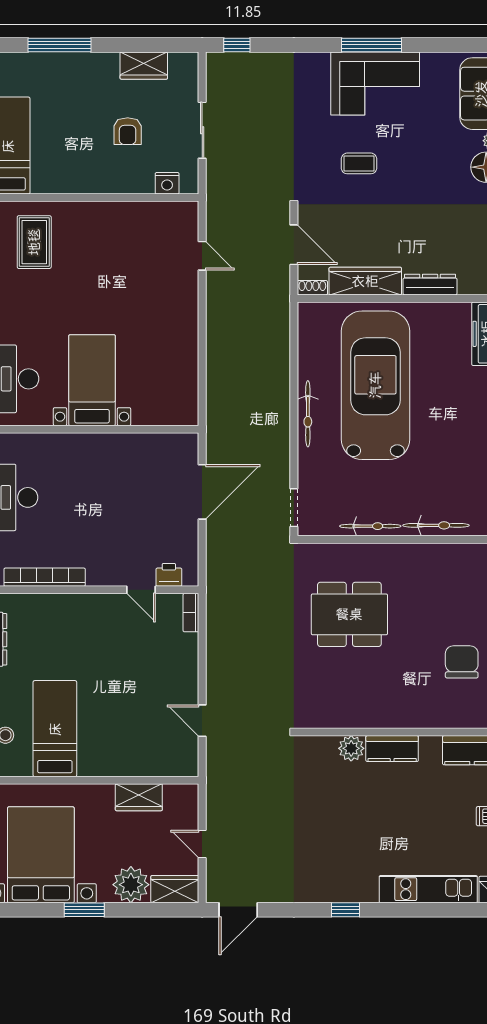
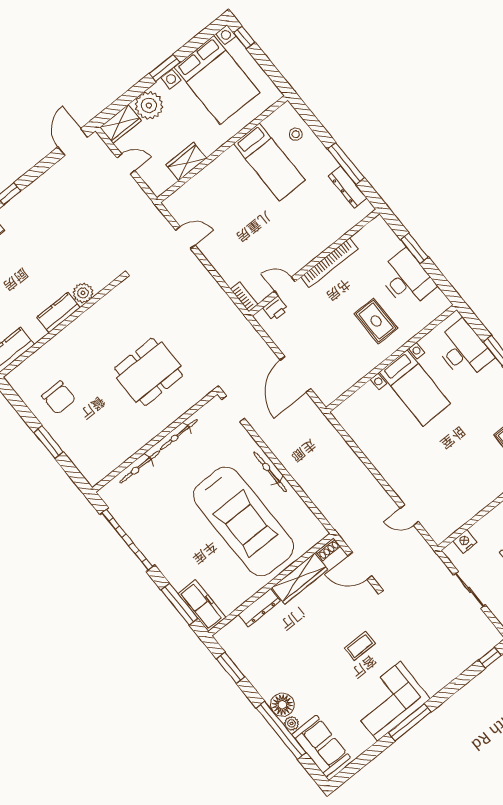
rug: (77, 480) -> (376, 321), added
bookcase: (45, 577) -> (329, 263), moved

